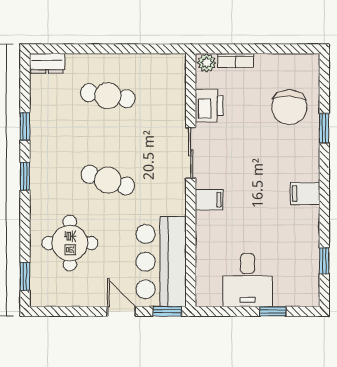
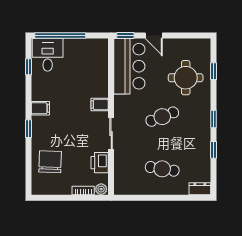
window: (324, 128) -> (28, 129), moved
cafe table: (108, 180) -> (162, 117), turned -39
window: (25, 276) -> (213, 71), moved
desk: (247, 280) -> (48, 55), moved
window: (273, 311) -> (60, 36), width x3.17

